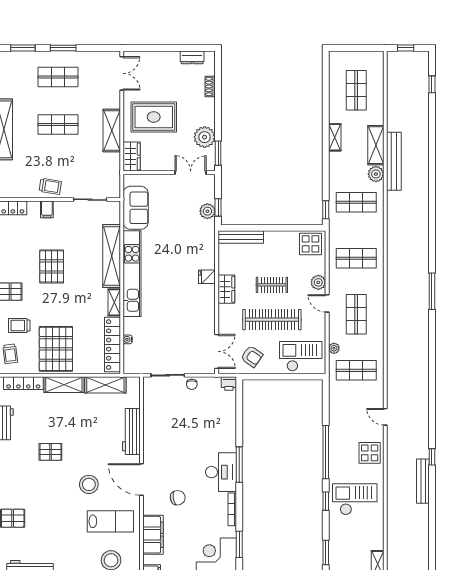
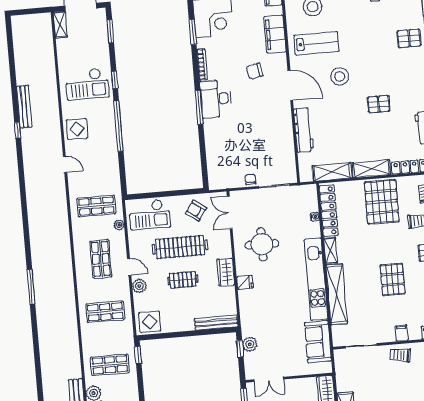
round table: (186, 315) -> (262, 244), added
printer: (229, 384) -> (216, 183), removed
lab bench: (110, 521) -> (316, 43), turned 180

